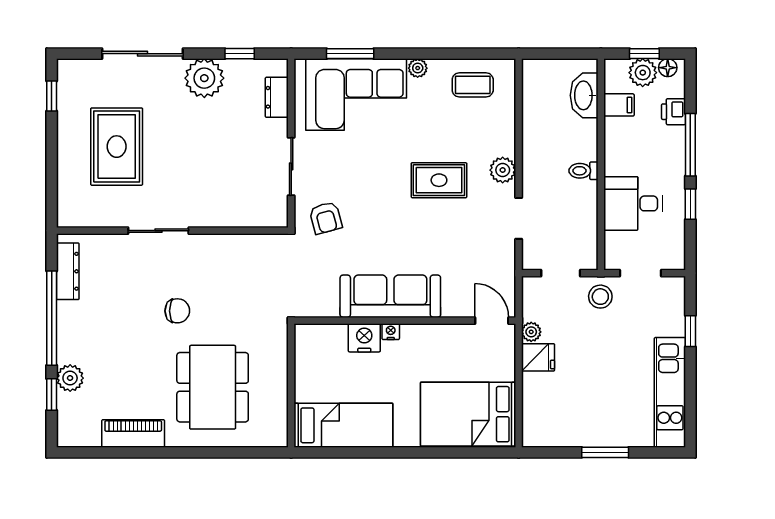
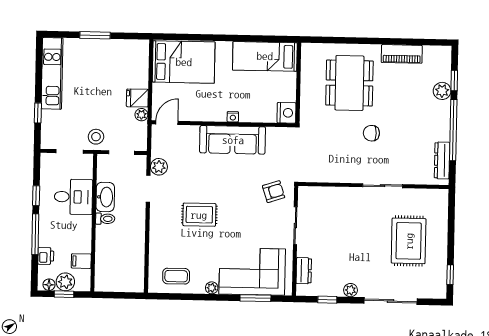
plant: (204, 78) -> (351, 290), width x0.53, depth x0.53
washbasin: (584, 95) -> (105, 197), moved
plant: (503, 170) -> (159, 167), moved
armchair: (326, 218) -> (274, 192), turned 87
door: (492, 321) -> (167, 123), swing flipped
nightstand: (364, 338) -> (286, 113), moved, turned -90

